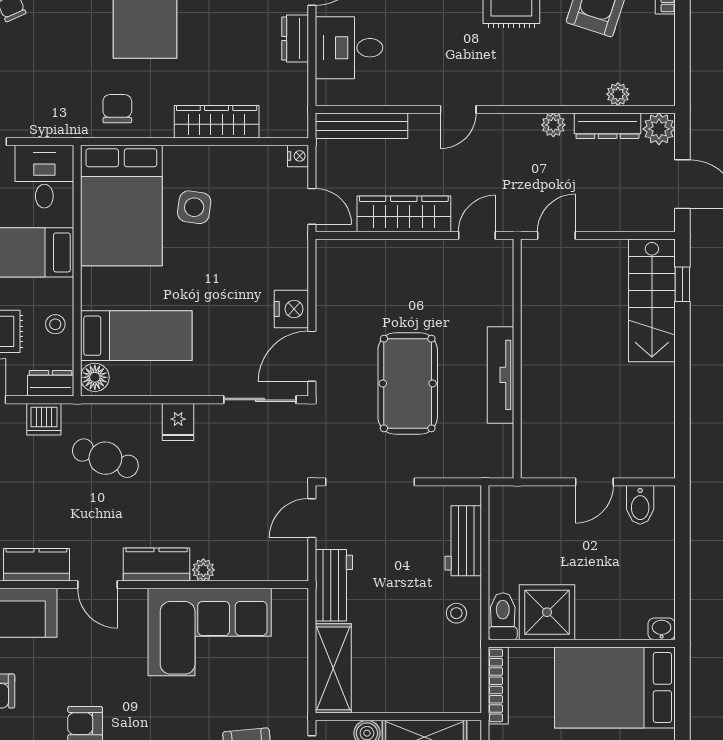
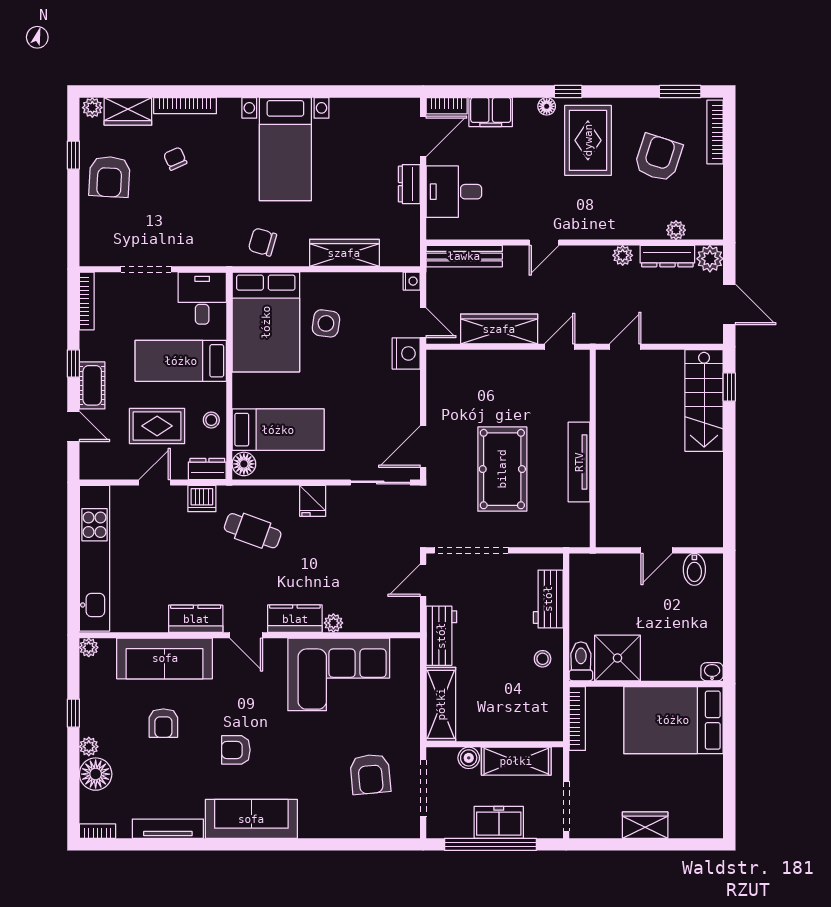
chair: (117, 109) -> (262, 242), turned -74
nightstand: (291, 309) -> (406, 353), moved

